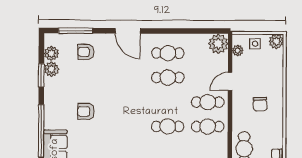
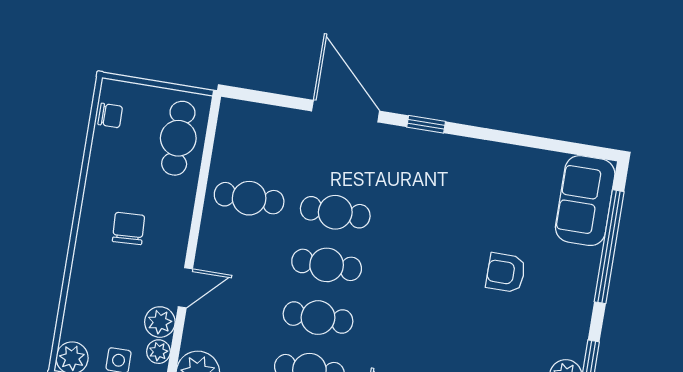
plant: (239, 64) -> (160, 322), added
cafe table: (208, 102) -> (327, 265), moved
armchair: (86, 111) -> (506, 273), turned 180

